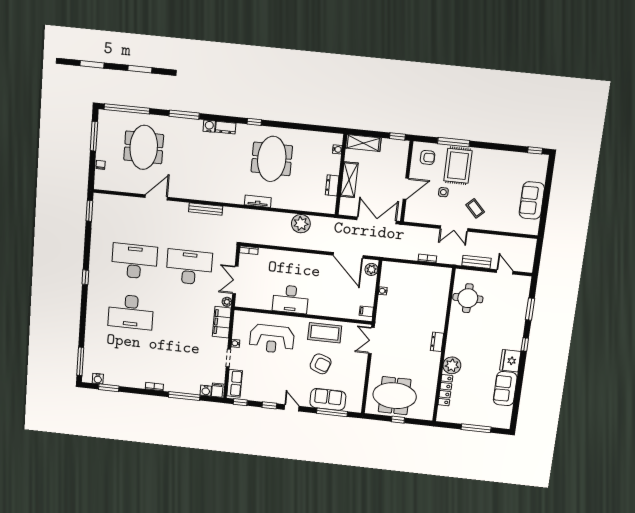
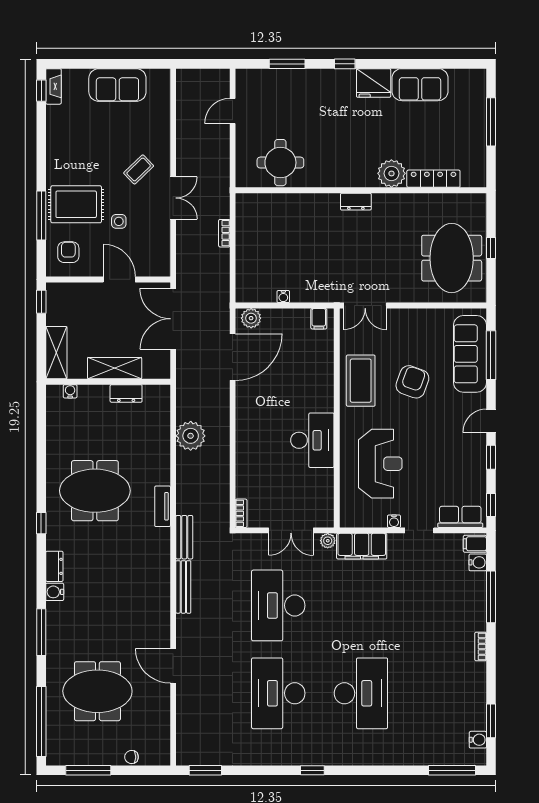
fireplace: (537, 159) -> (53, 86), added
bench: (477, 262) -> (184, 537), moved
sofa: (328, 399) -> (470, 354), width x1.36

